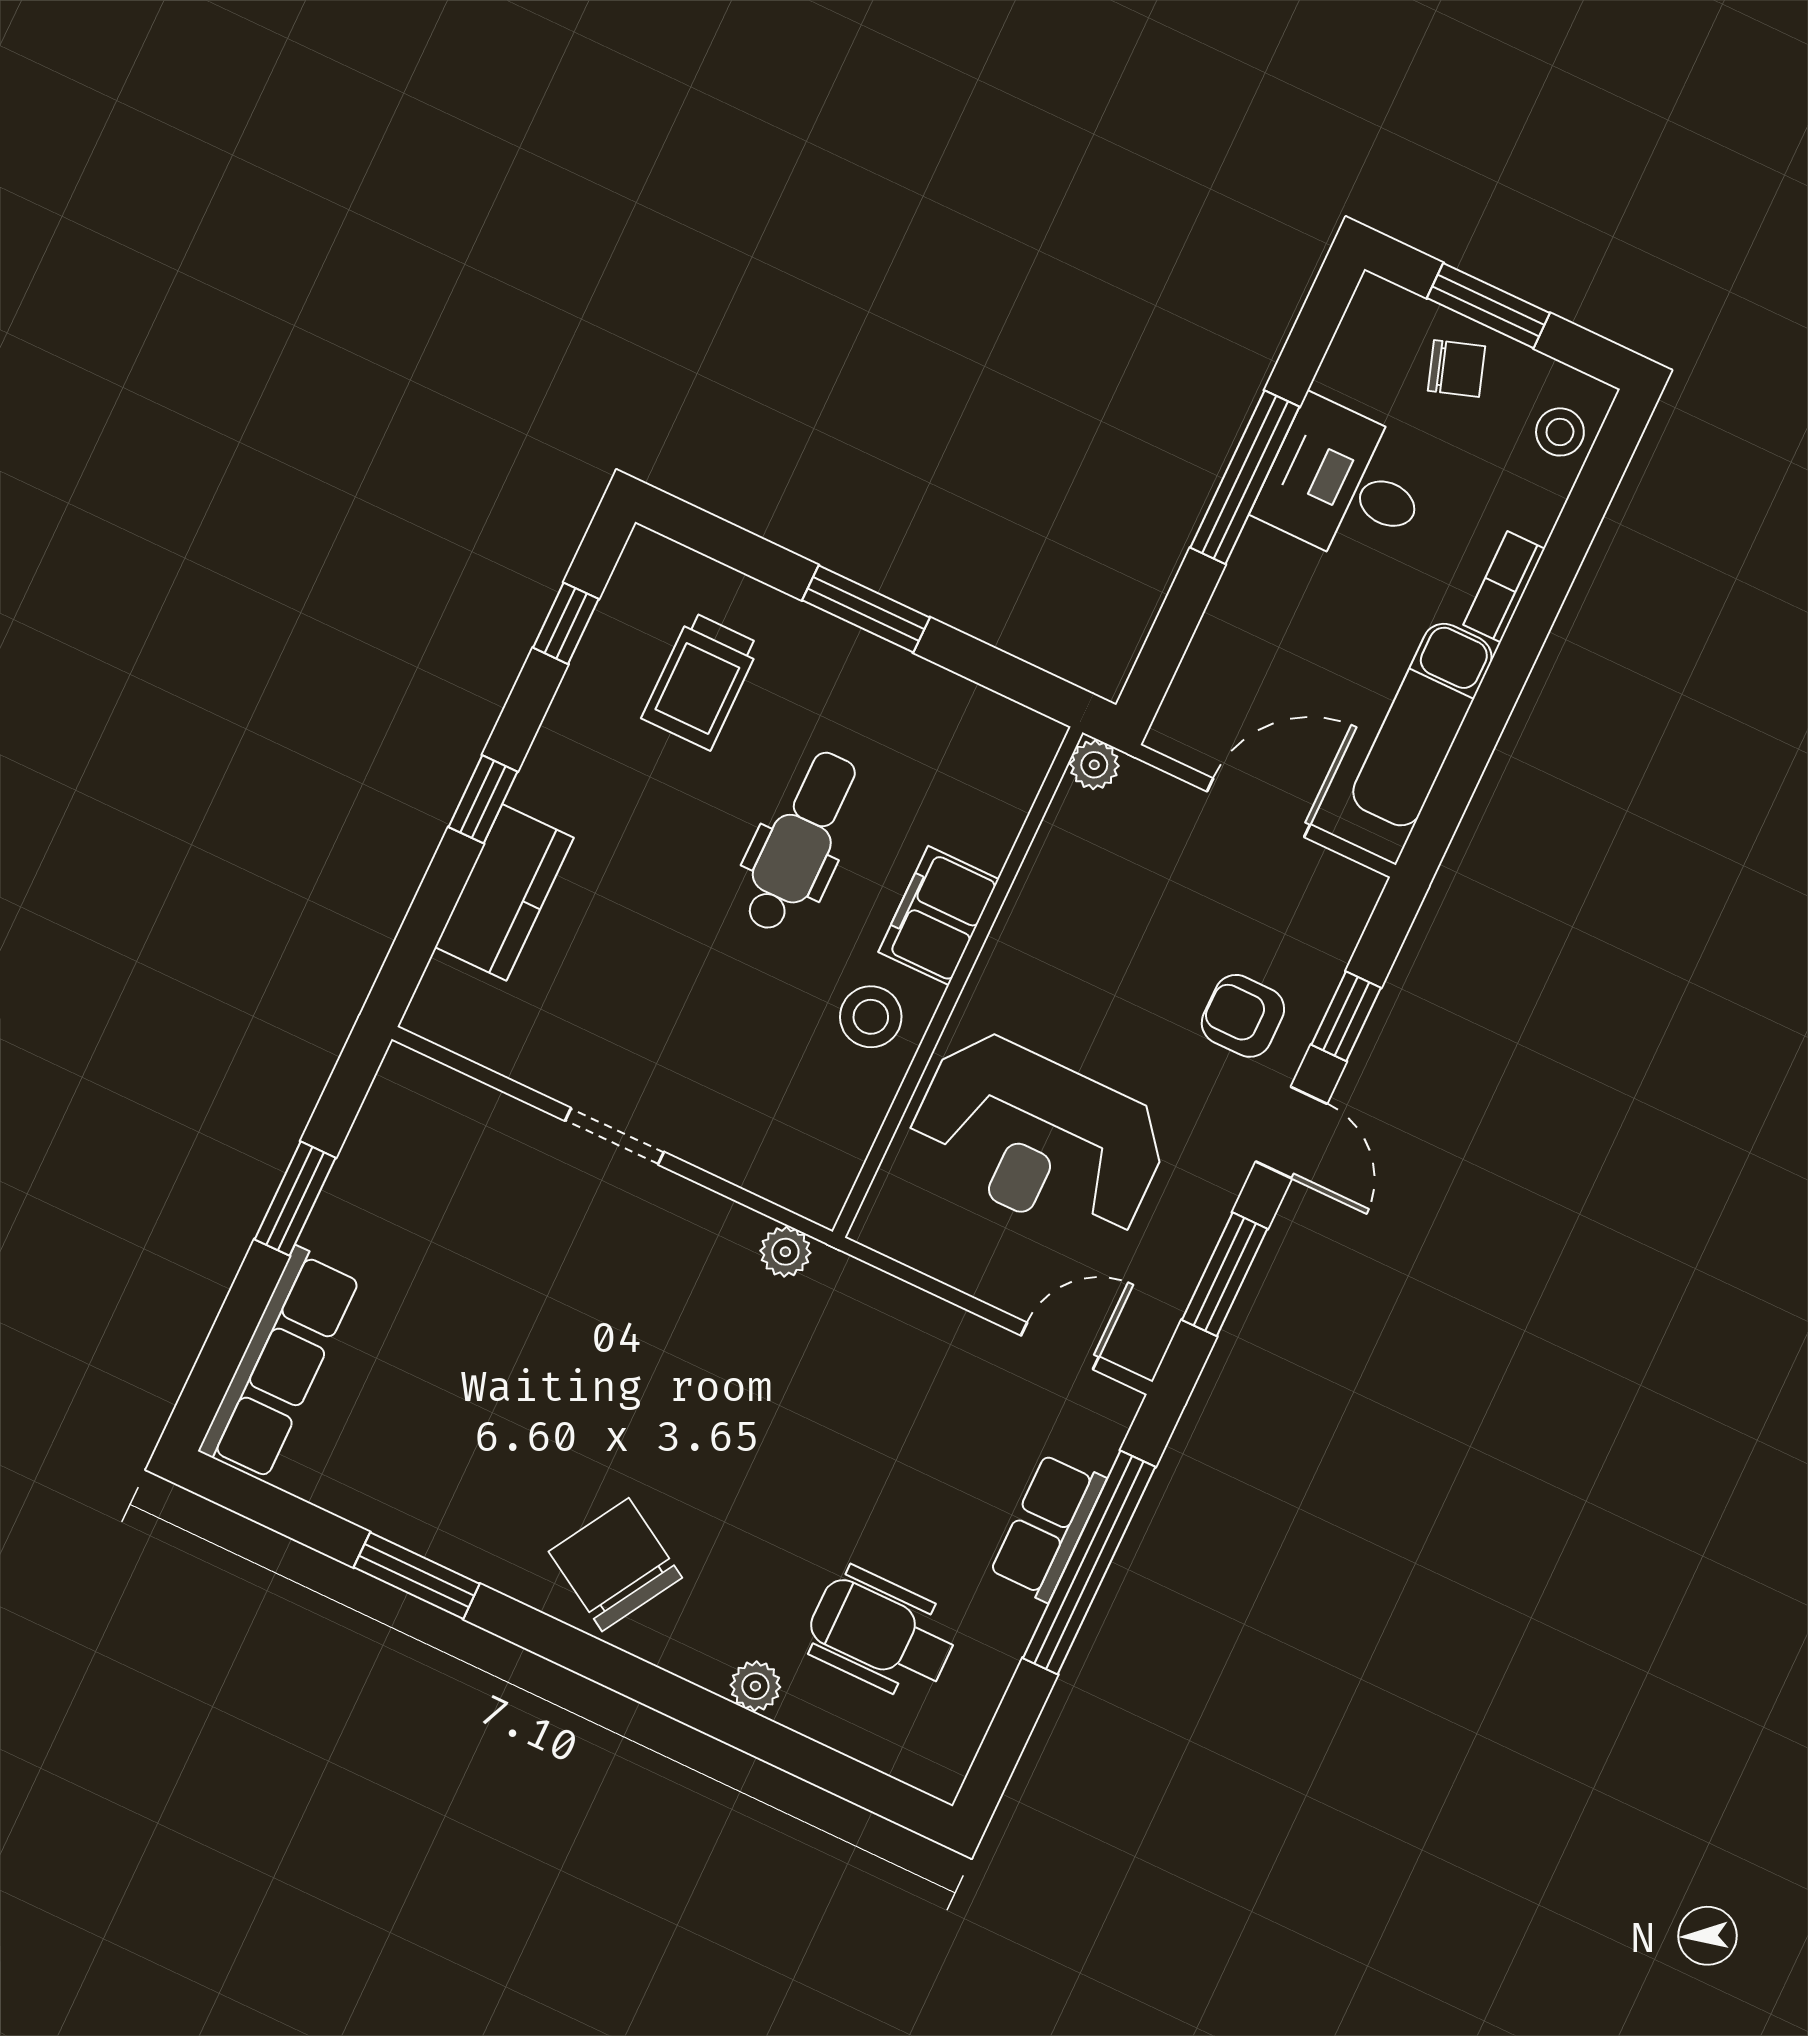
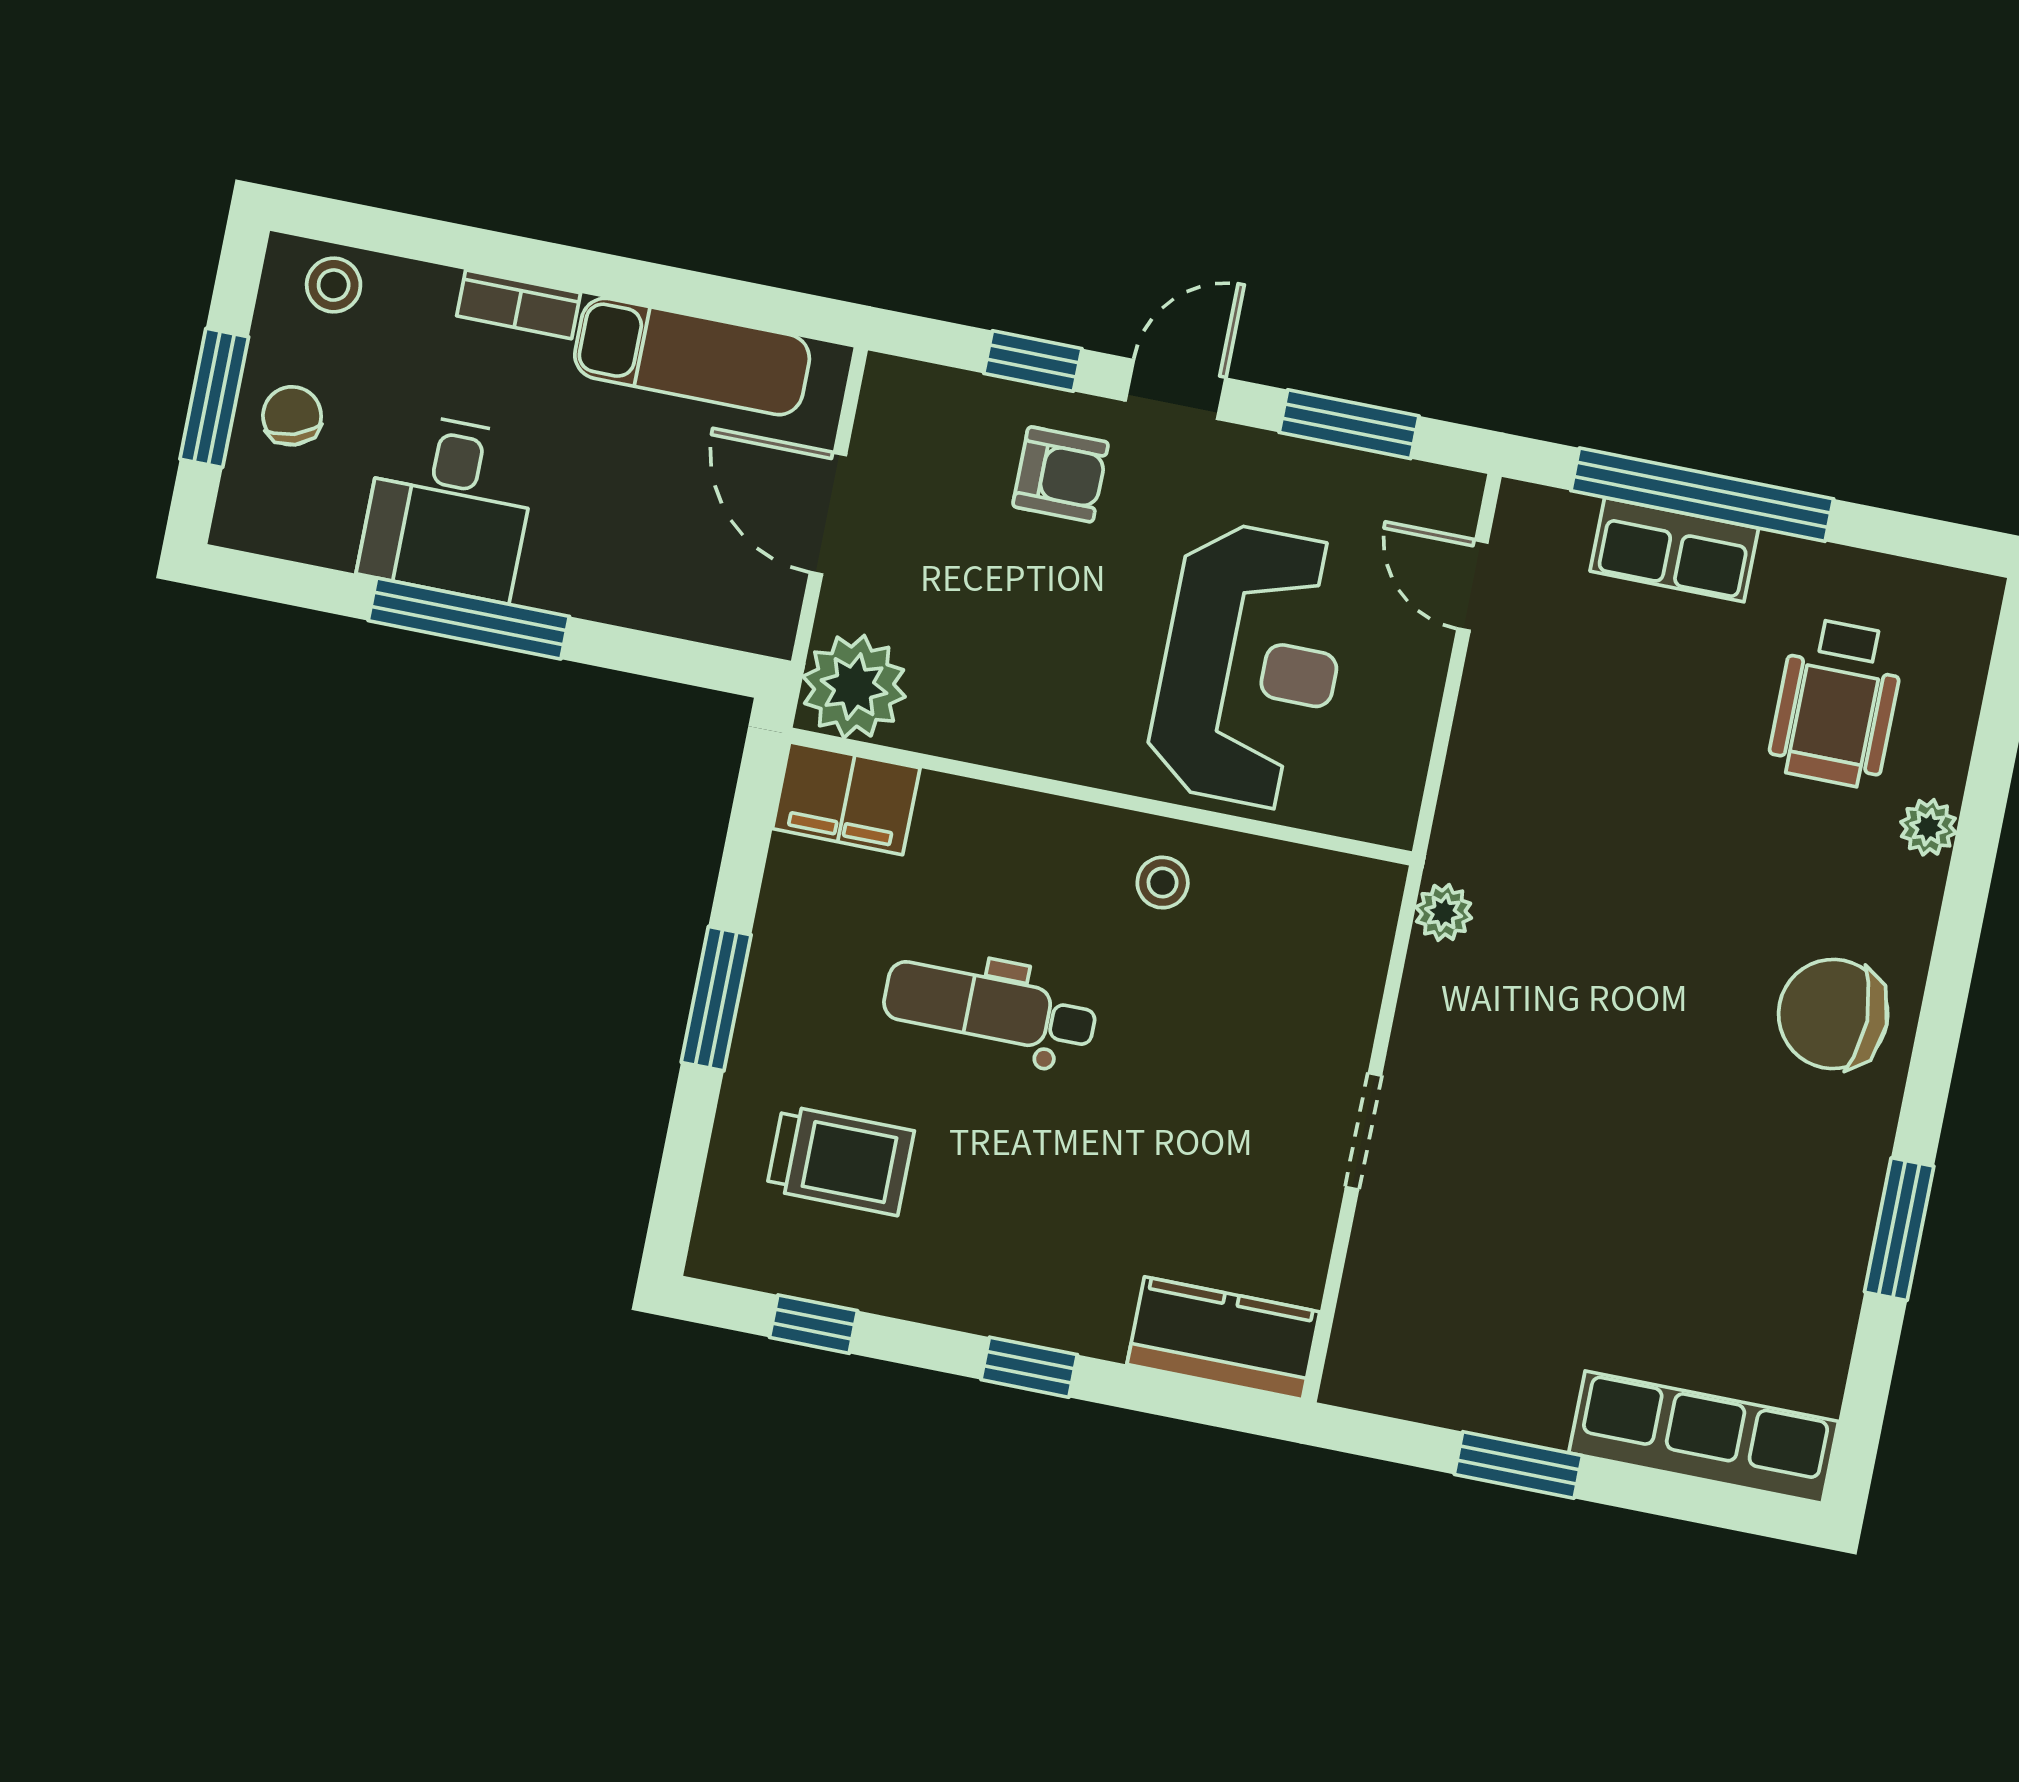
plant: (1094, 765) -> (854, 687), width x1.88, depth x1.88
kitchen counter: (504, 892) -> (1223, 1338), moved
filing cabinet: (939, 916) -> (846, 798), moved
armchair: (1243, 1016) -> (1061, 474), turned -90
stool: (871, 1017) -> (1163, 883), width x0.73, depth x0.73
chair: (615, 1565) -> (1833, 1014), turned 59

